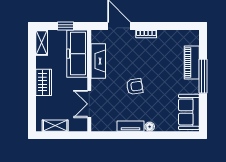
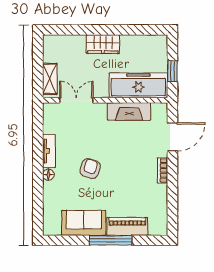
shelving: (42, 43) -> (152, 42), removed
armchair: (135, 86) -> (90, 169), moved, turned -153
sofa: (189, 112) -> (84, 223), moved
shelving: (55, 126) -> (50, 79), moved

